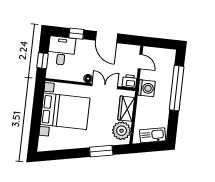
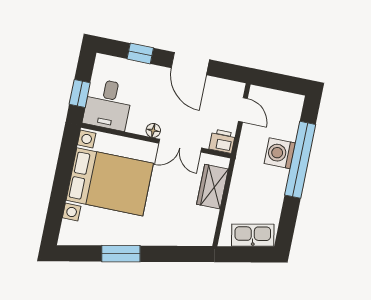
desk: (61, 51) -> (108, 104), moved, turned 180
double door: (105, 86) -> (180, 146), swing flipped
washing machine: (146, 88) -> (280, 153), moved, turned 180
plant: (122, 131) -> (201, 223), removed
window: (101, 151) -> (121, 254), moved

